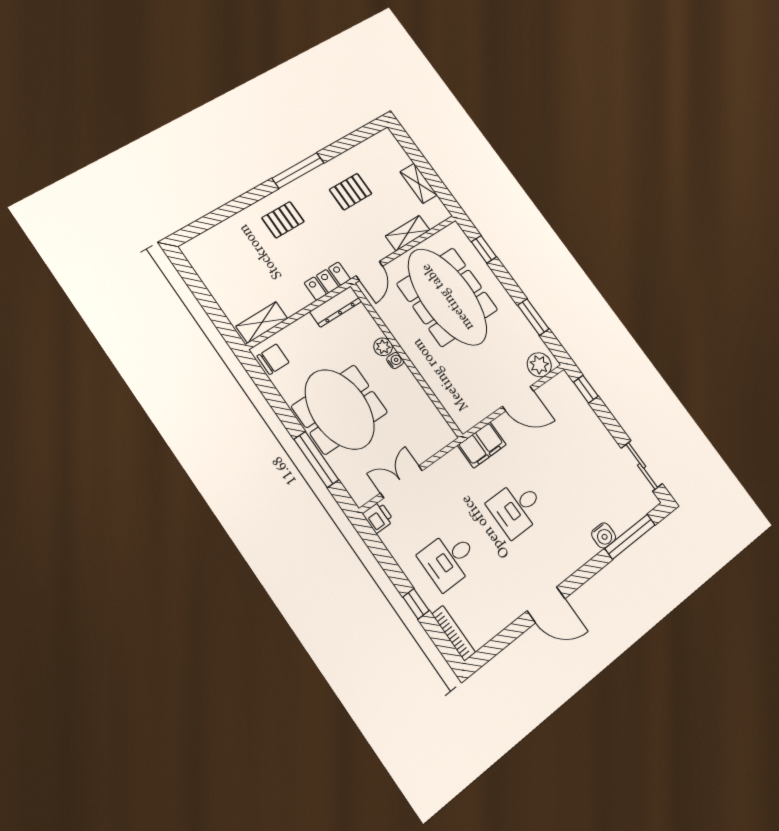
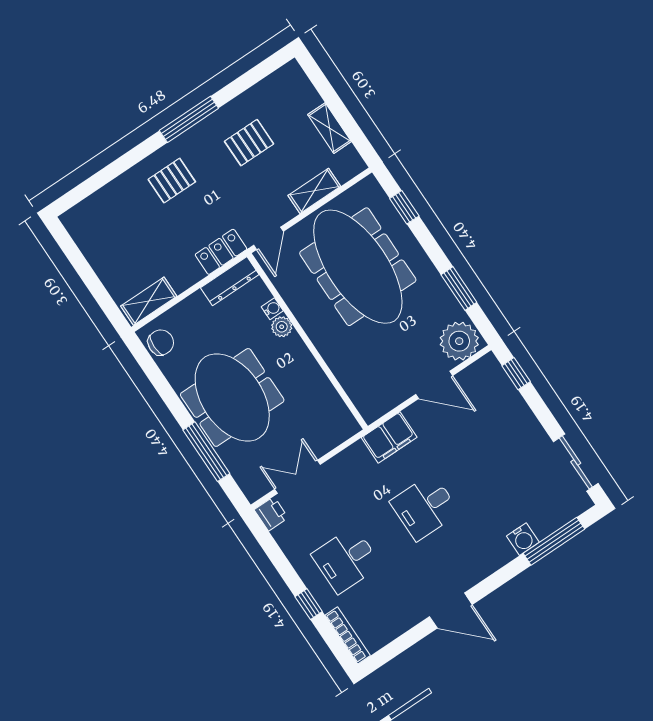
water cooler: (395, 360) -> (272, 309), moved
plant: (539, 365) -> (459, 341), width x1.36, depth x1.36

